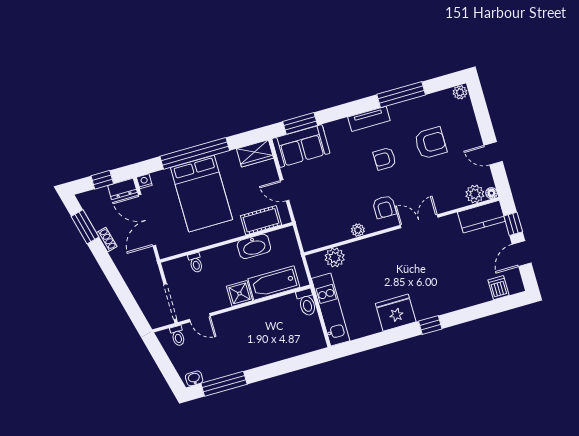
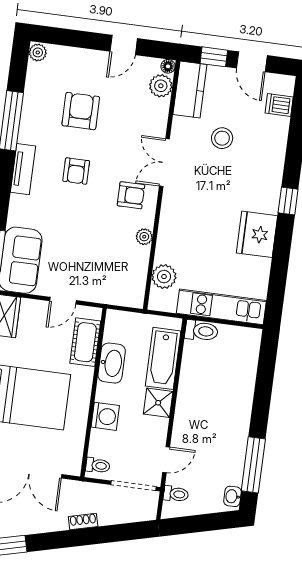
shoe rack: (107, 240) -> (83, 521), moved
stool: (456, 256) -> (222, 138), added
washing machine: (212, 259) -> (105, 416), added
toilet: (196, 263) -> (98, 465), moved

